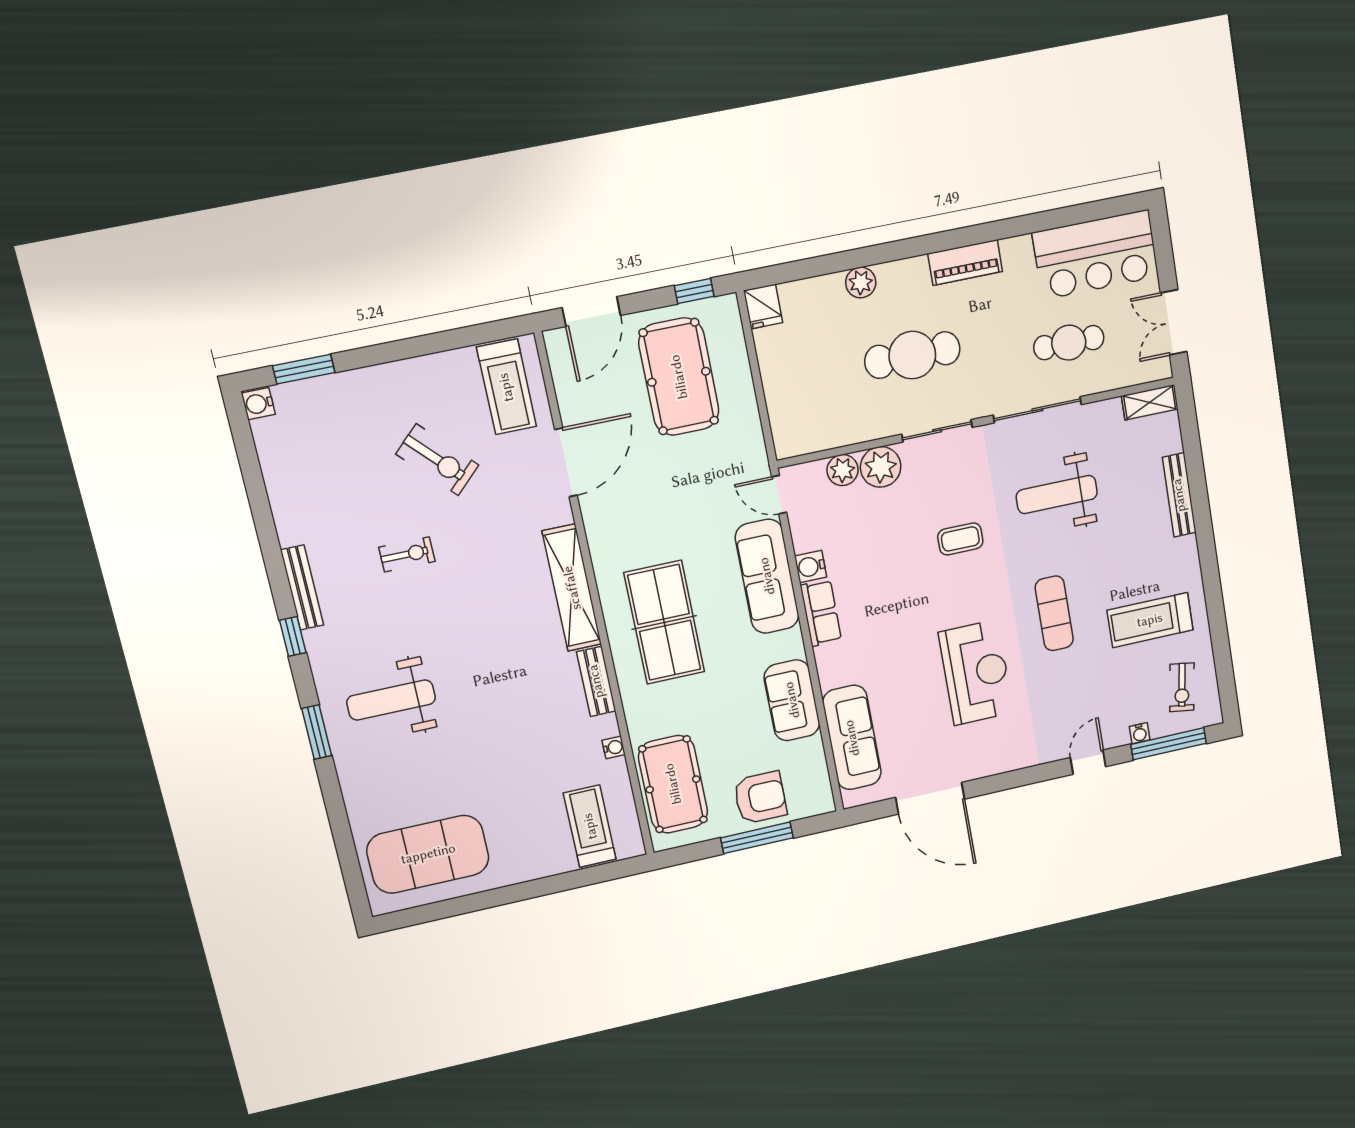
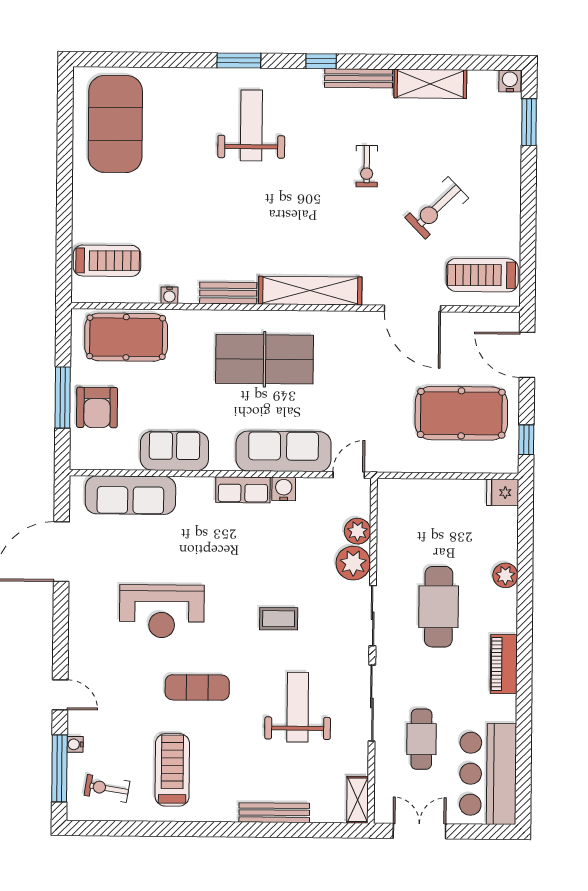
shelving: (287, 500) -> (430, 84), added
coffee table: (960, 539) -> (279, 619), turned 90

